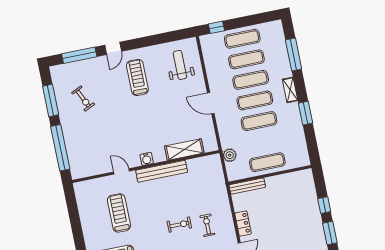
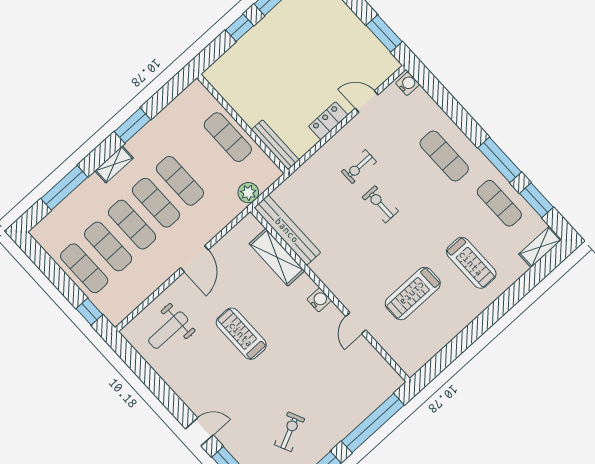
treadmill: (137, 77) -> (241, 334), moved, turned 90
bench: (162, 171) -> (287, 230), moved

